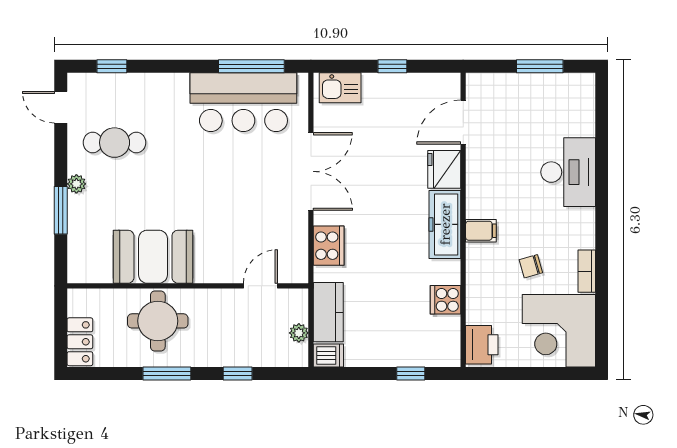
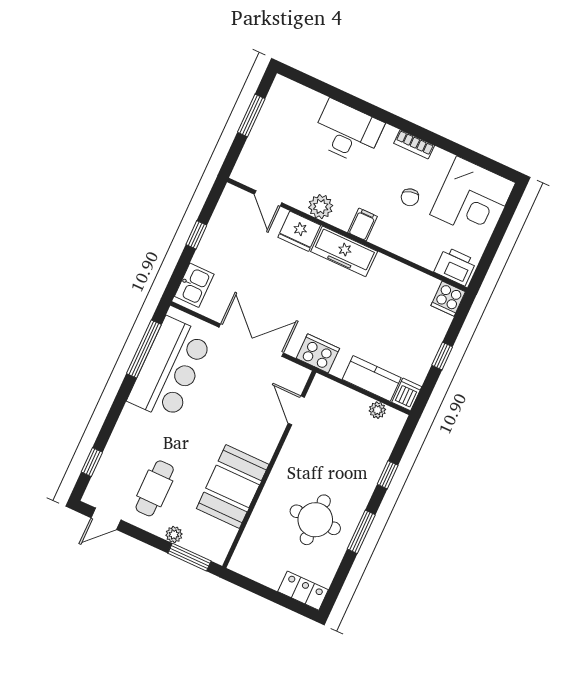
door: (463, 122) -> (268, 198), width x0.73
plant: (480, 180) -> (321, 207), added
booth: (153, 257) -> (233, 486), moved
bookcase: (587, 271) -> (414, 144), moved
wall: (188, 286) -> (269, 469), moved
door: (260, 286) -> (296, 410), moved
cooker: (445, 300) -> (448, 299), moved
window: (411, 374) -> (442, 356), moved

